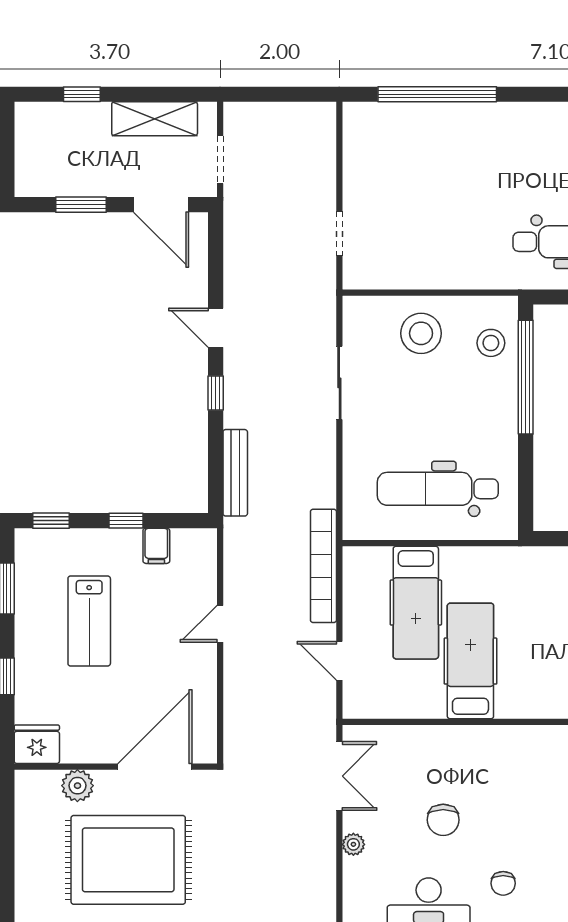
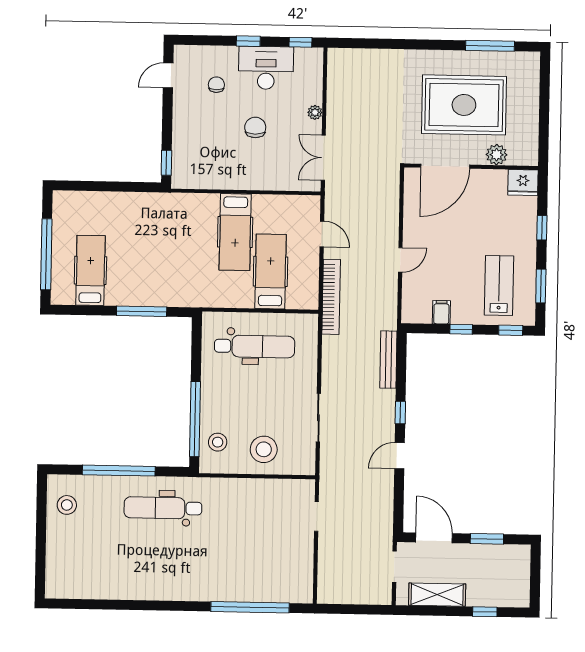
door: (216, 328) -> (399, 456), swing flipped
lab bench: (89, 621) -> (499, 286), moved

